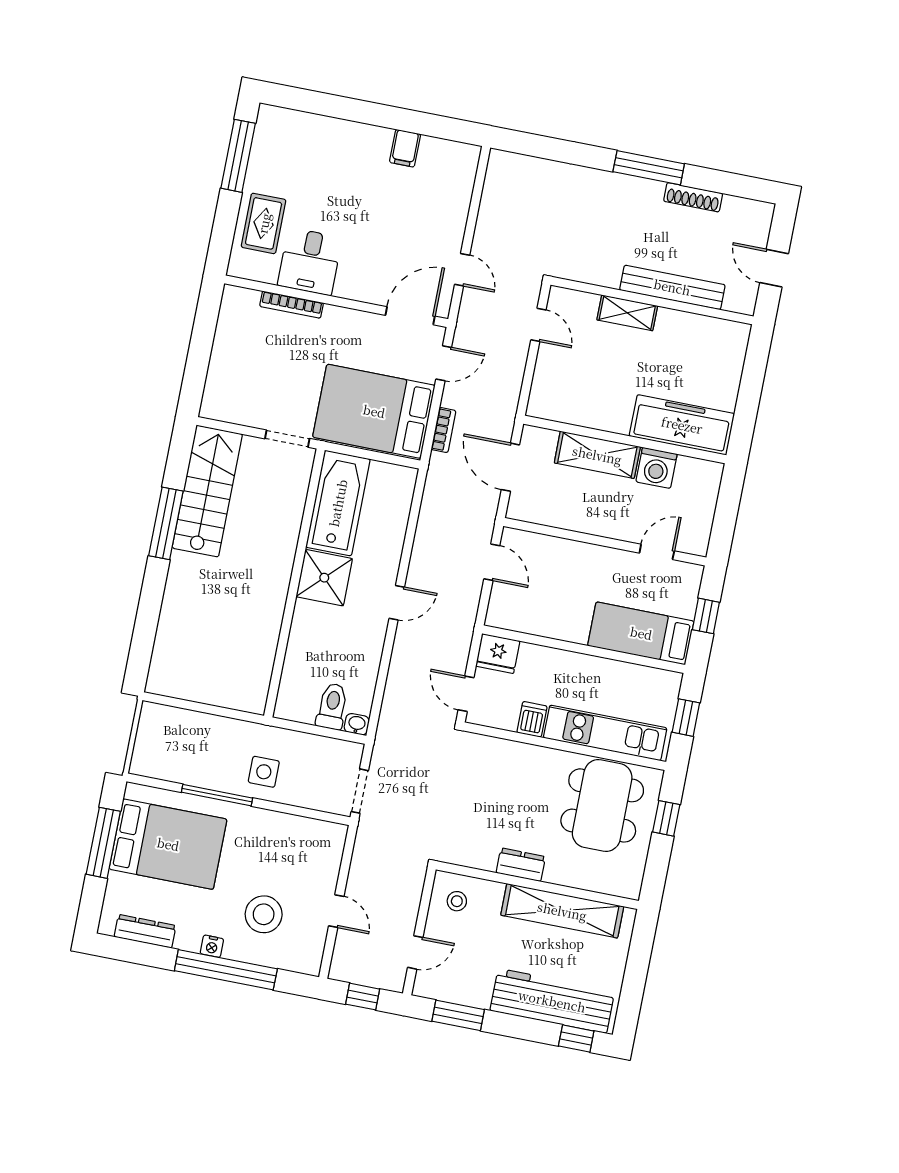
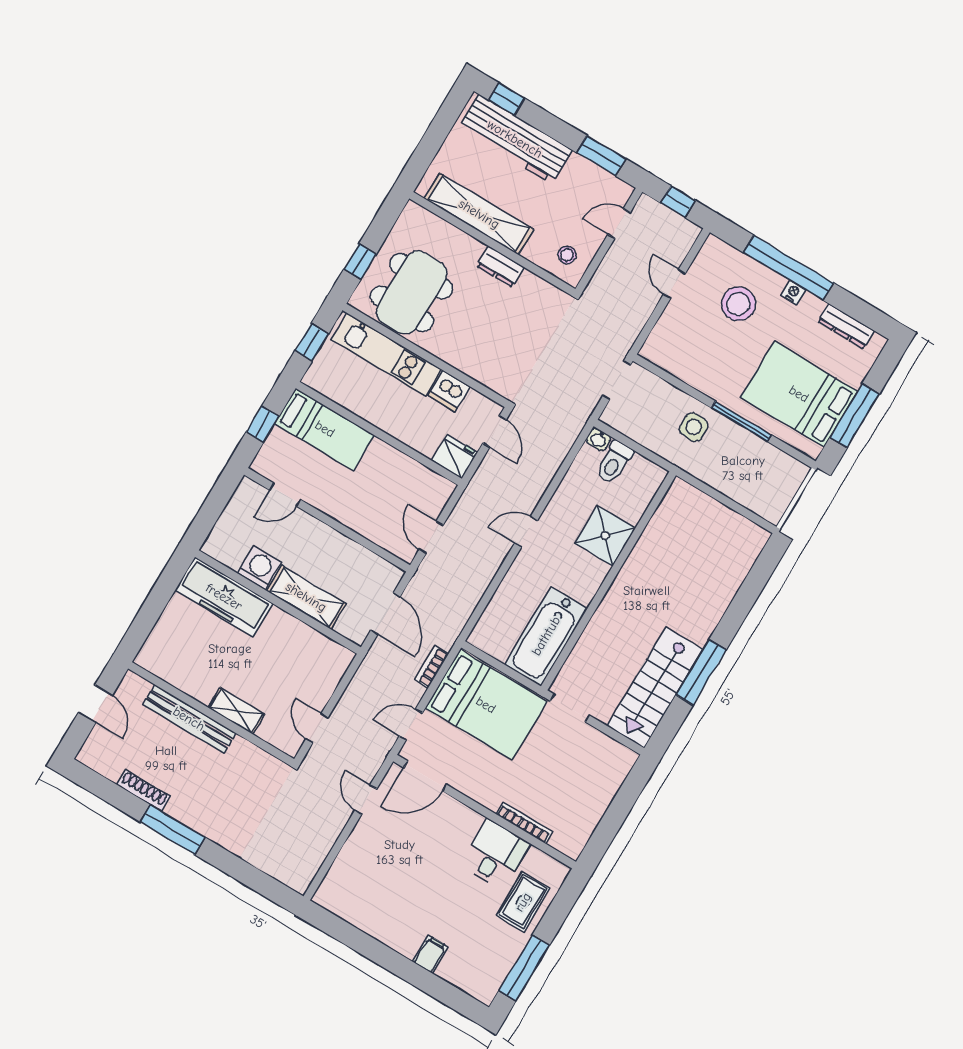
filing cabinet: (405, 148) -> (430, 954), moved
shower: (324, 578) -> (605, 536), moved
dishwasher: (532, 719) -> (449, 391), width x1.38

